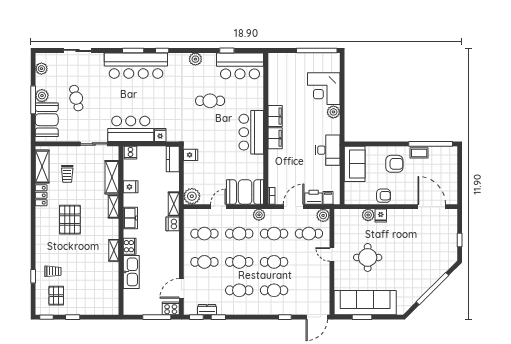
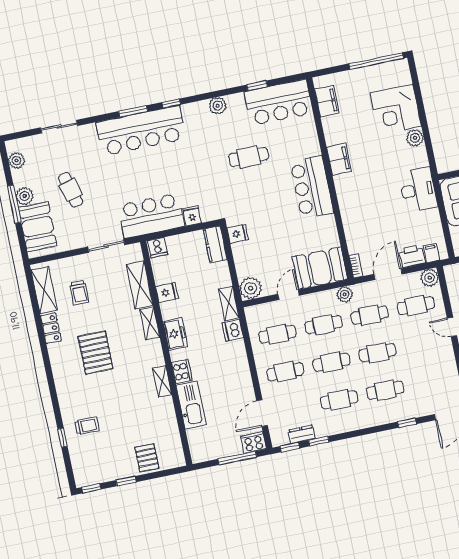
filing cabinet: (275, 138) -> (327, 101), moved
pallet: (56, 296) -> (147, 458), moved

